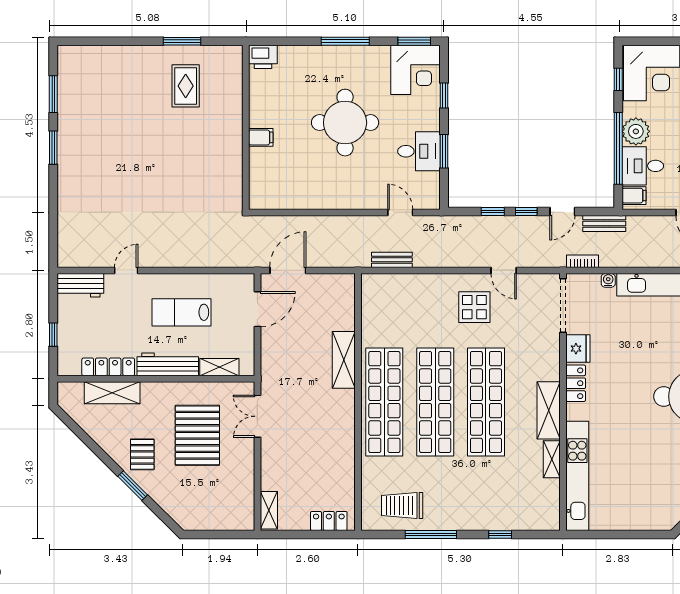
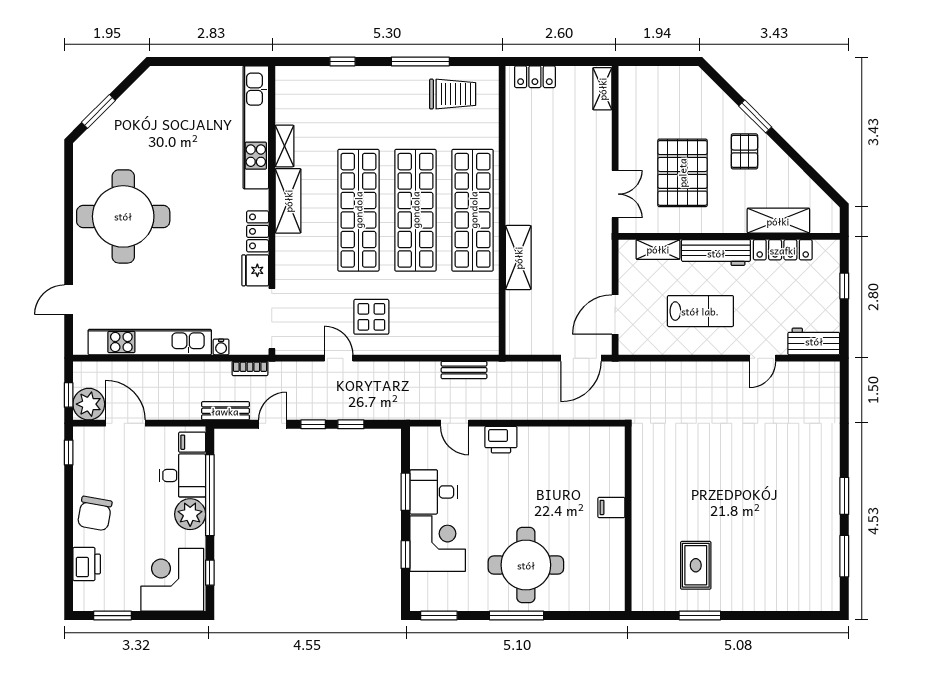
printer: (263, 57) -> (501, 440), moved, turned 180
corner desk: (416, 70) -> (438, 544), moved, turned 90
round table: (345, 123) -> (526, 565), moved

